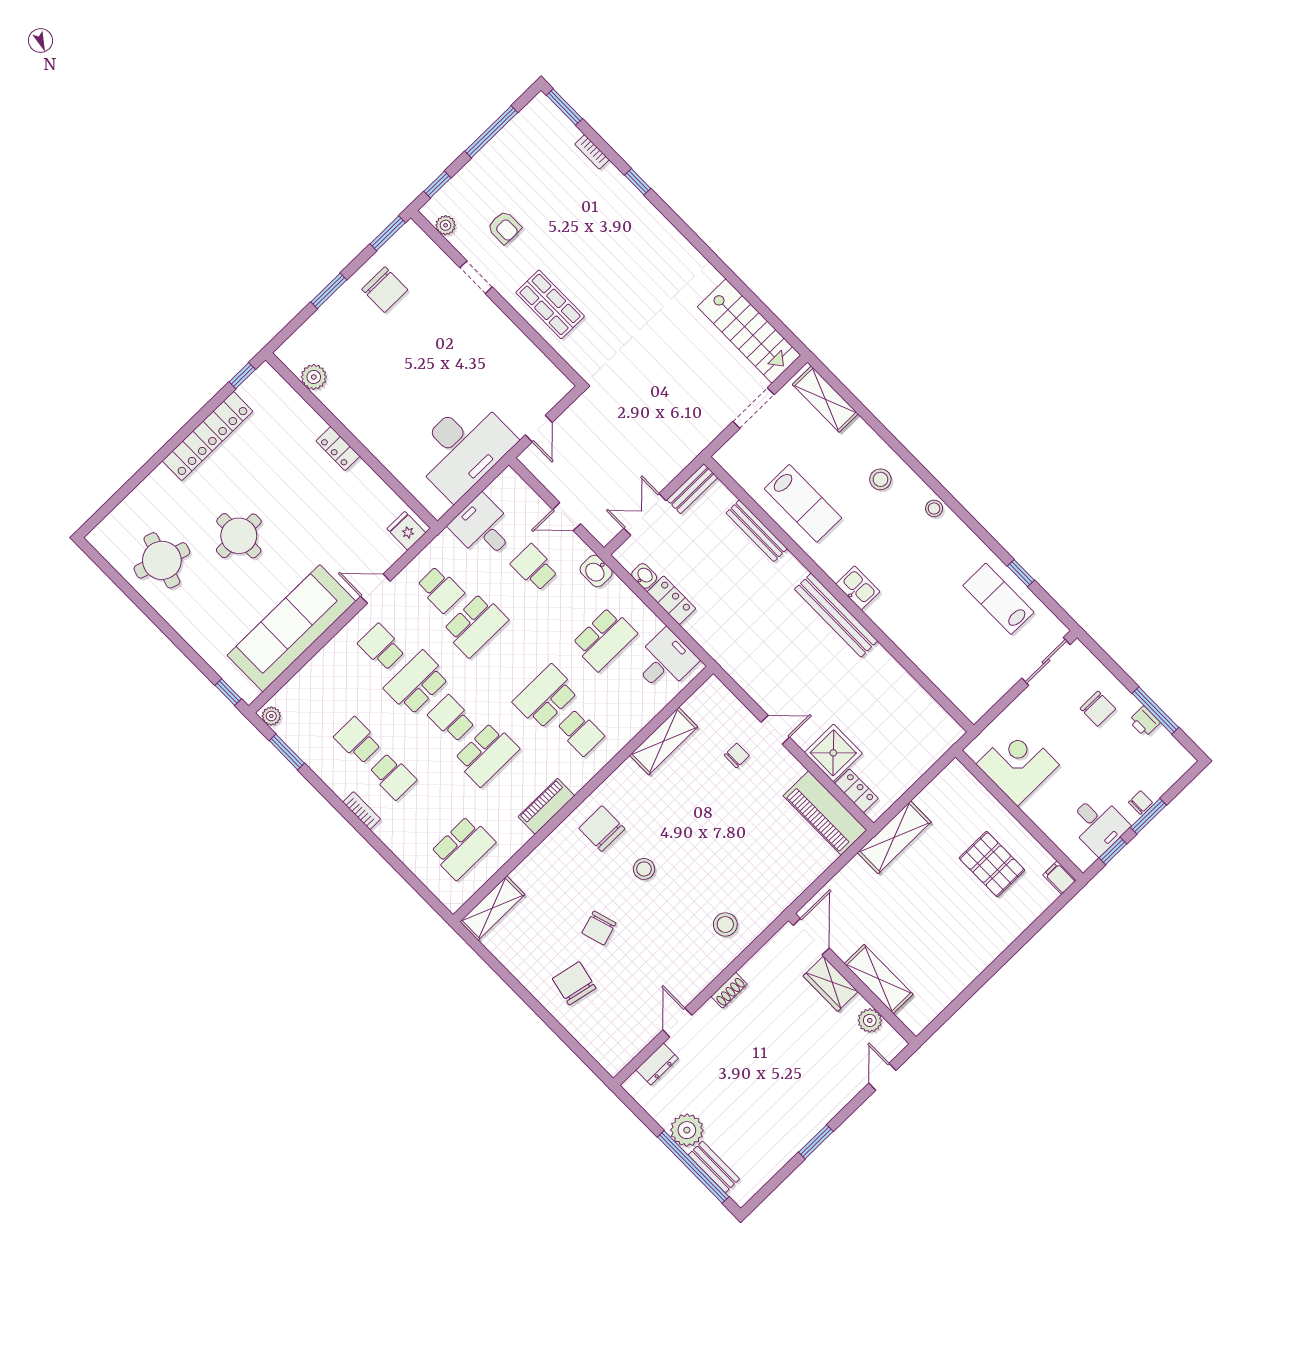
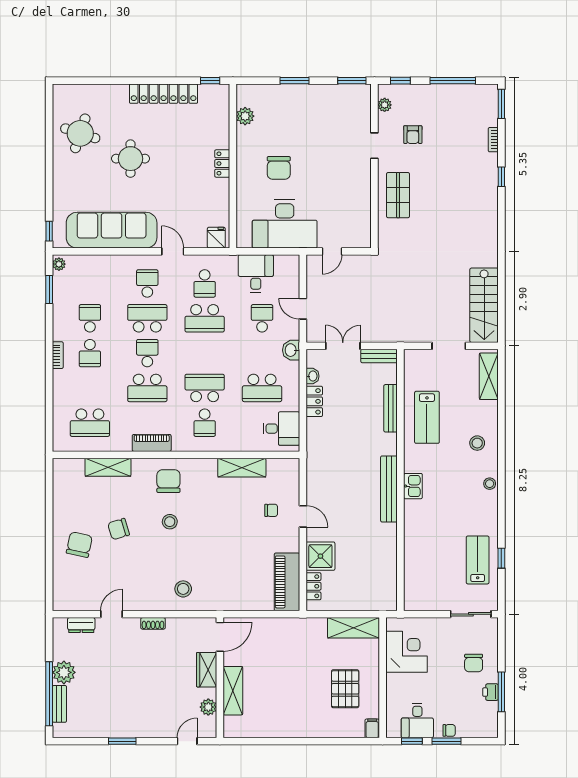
chair: (385, 290) -> (279, 168), moved
shelving: (894, 837) -> (353, 628), moved
shelving: (492, 908) -> (108, 467), moved

